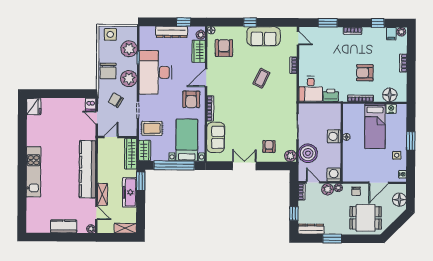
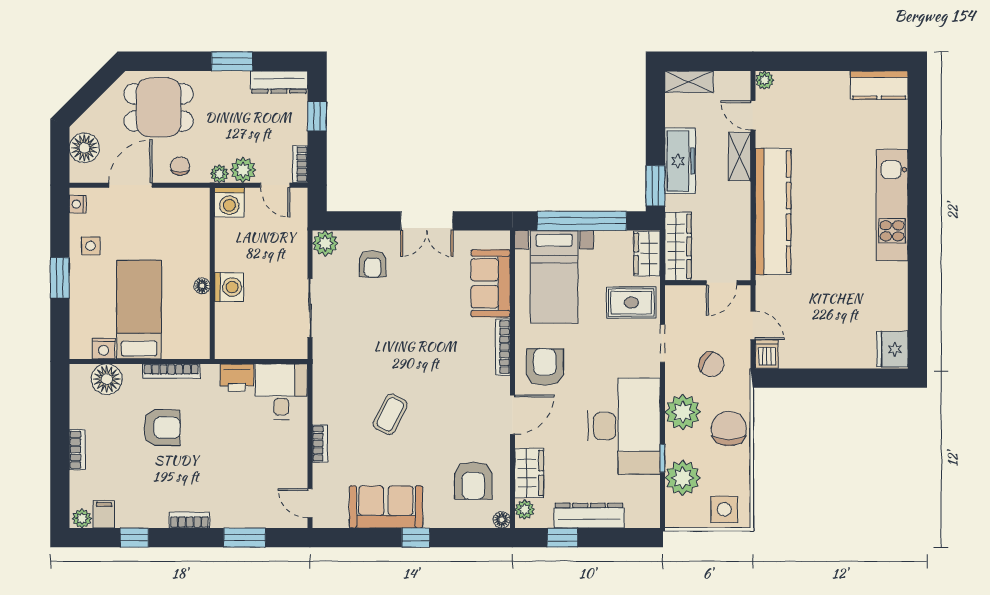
boiler: (308, 153) -> (287, 249), removed
kitchen counter: (64, 226) -> (879, 85), moved

